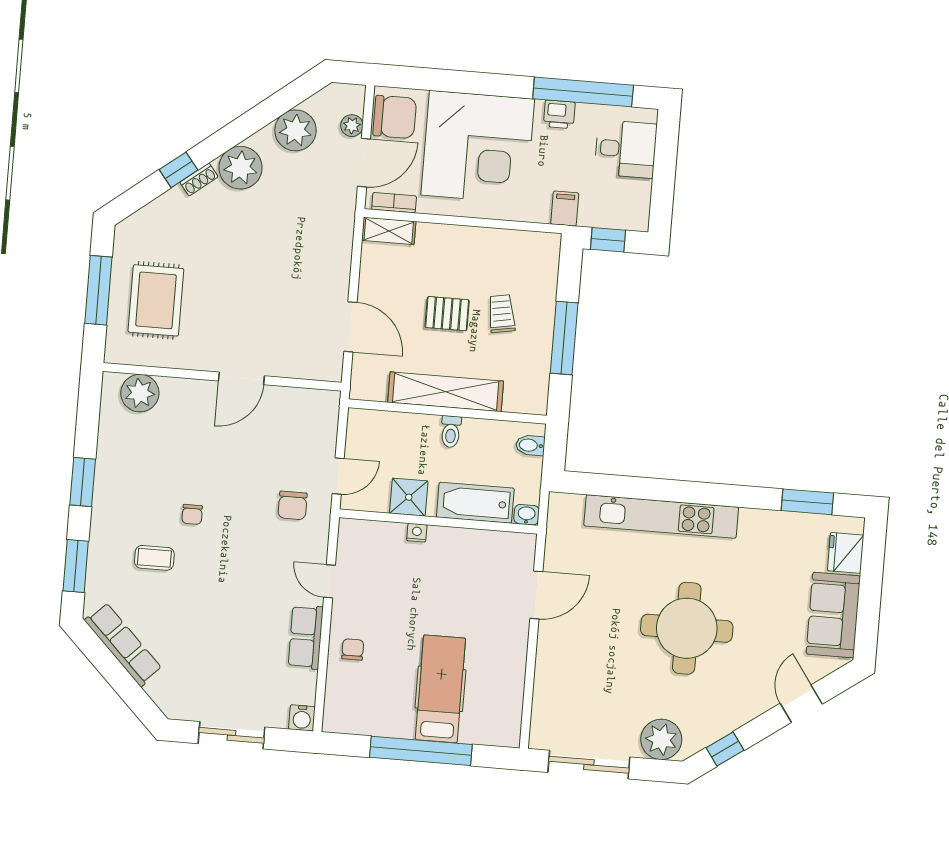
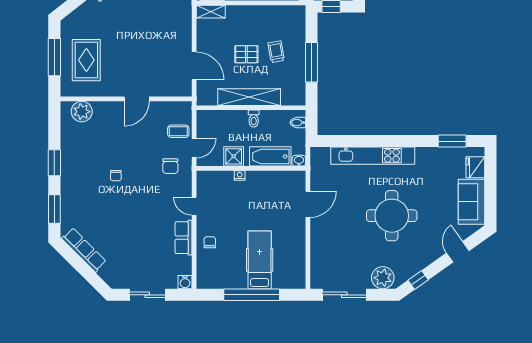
coffee table: (154, 558) -> (178, 131), moved

